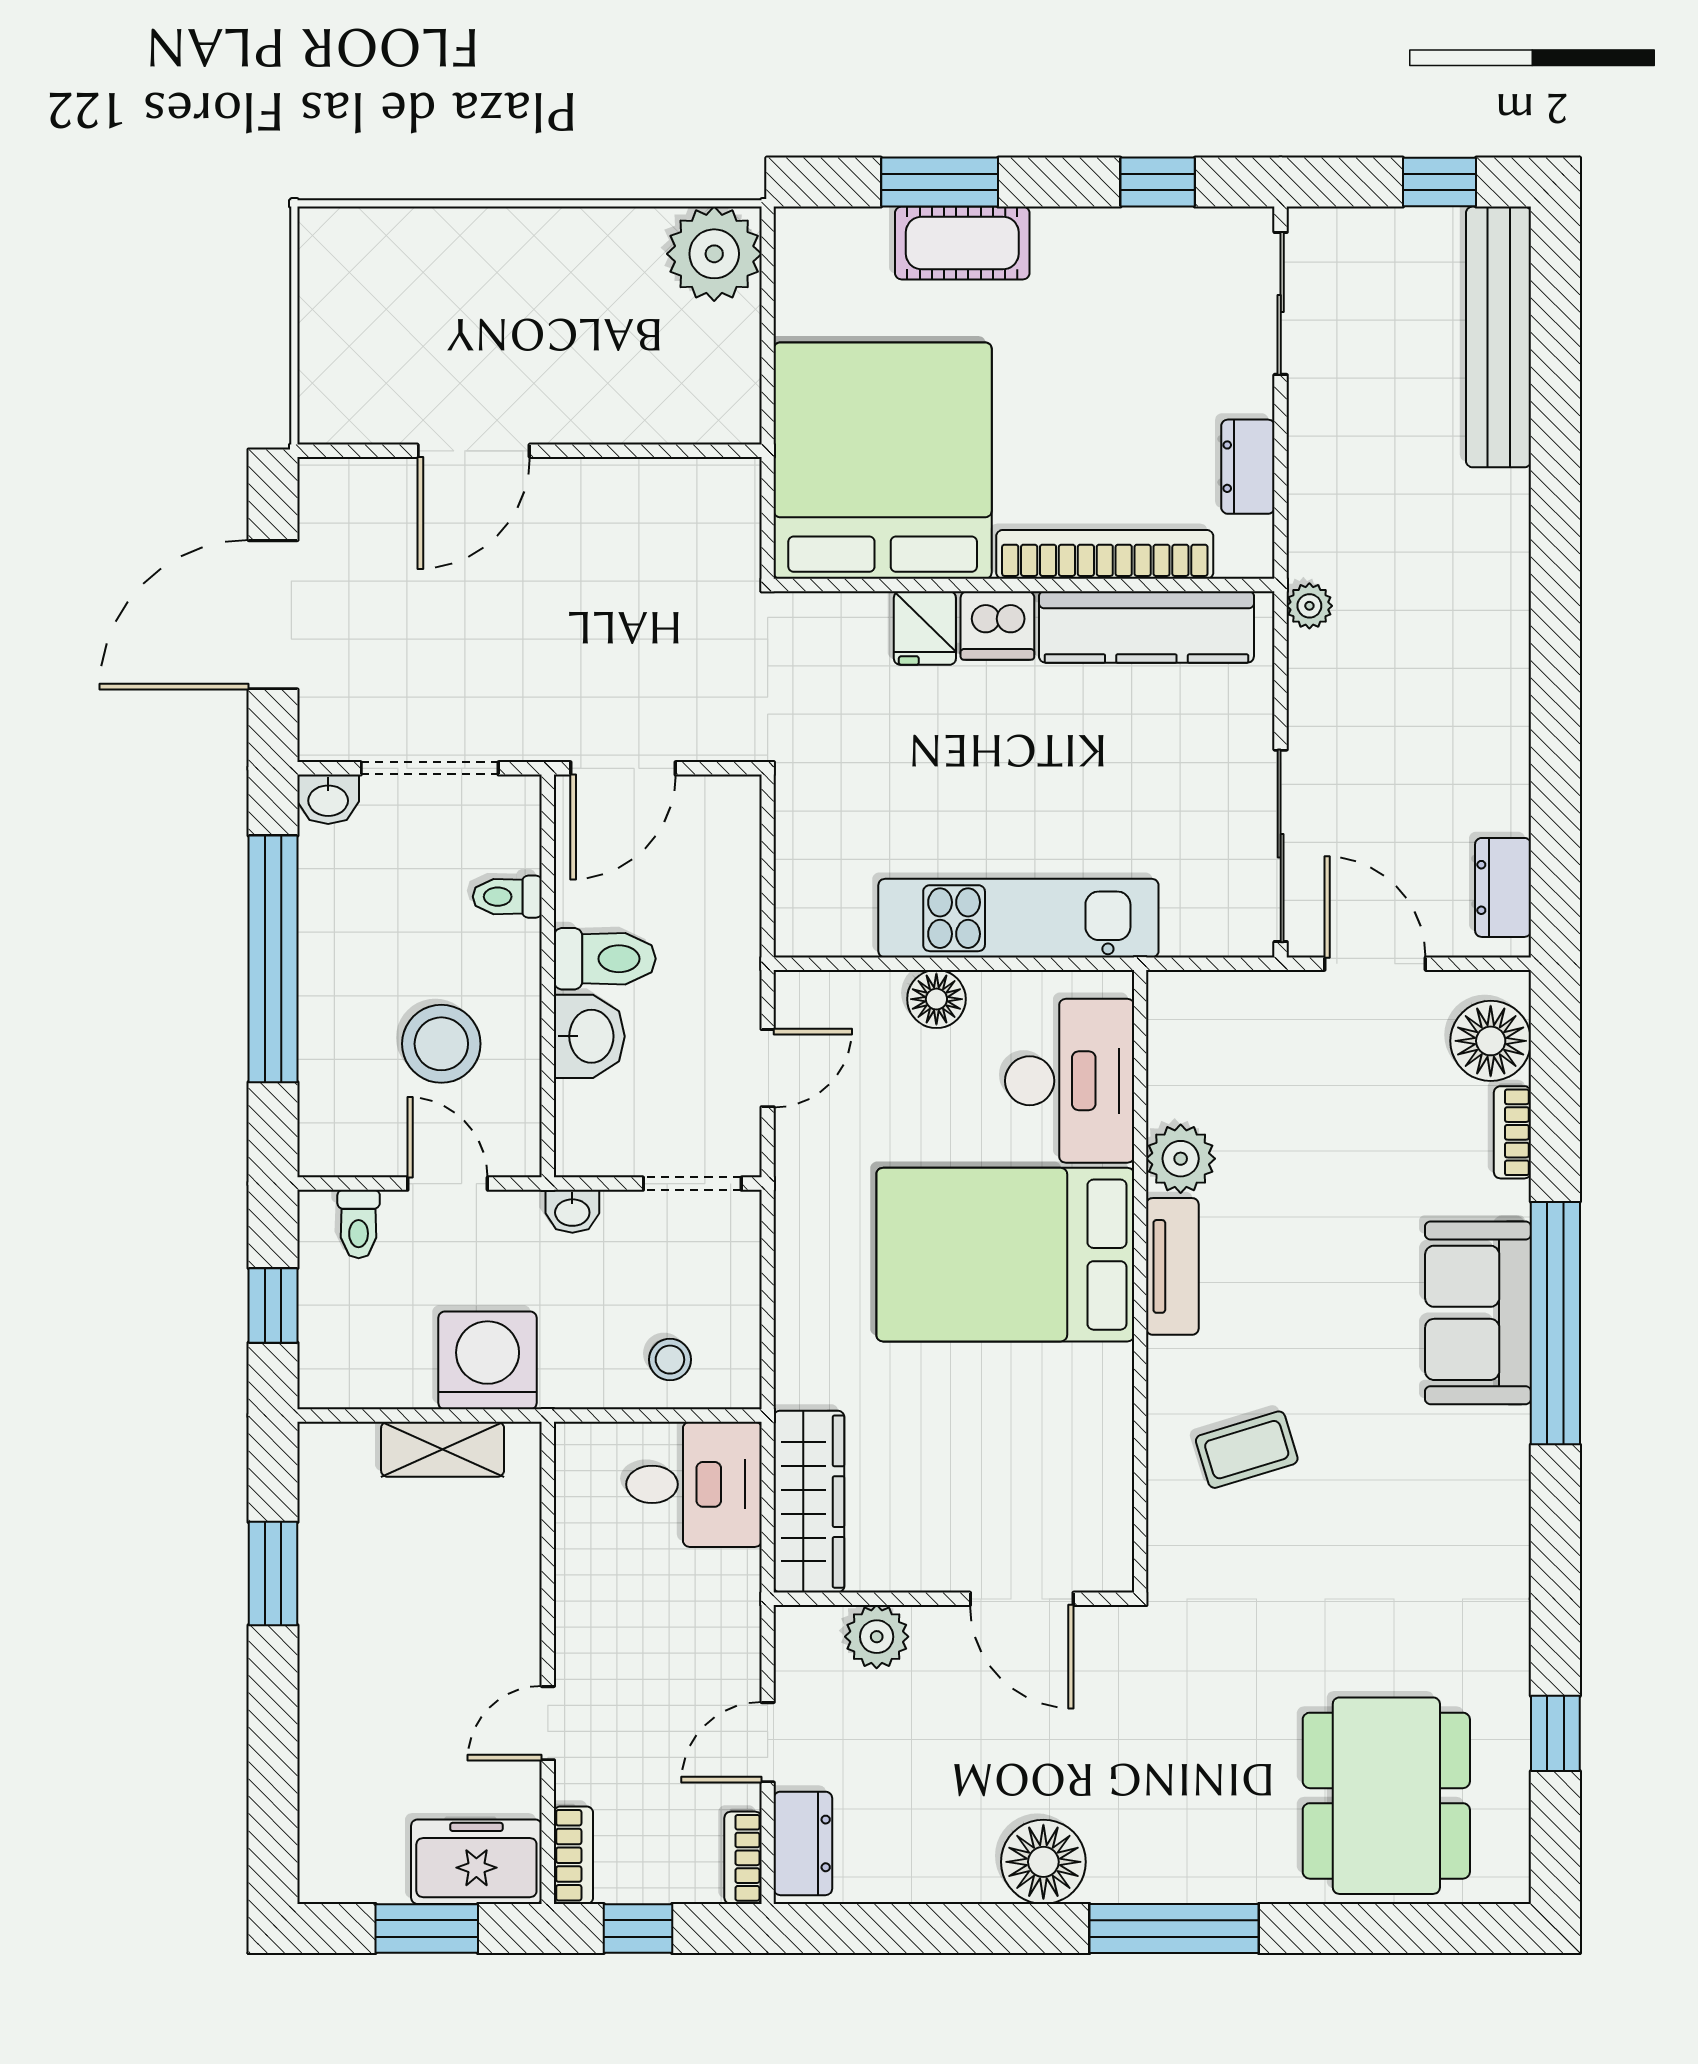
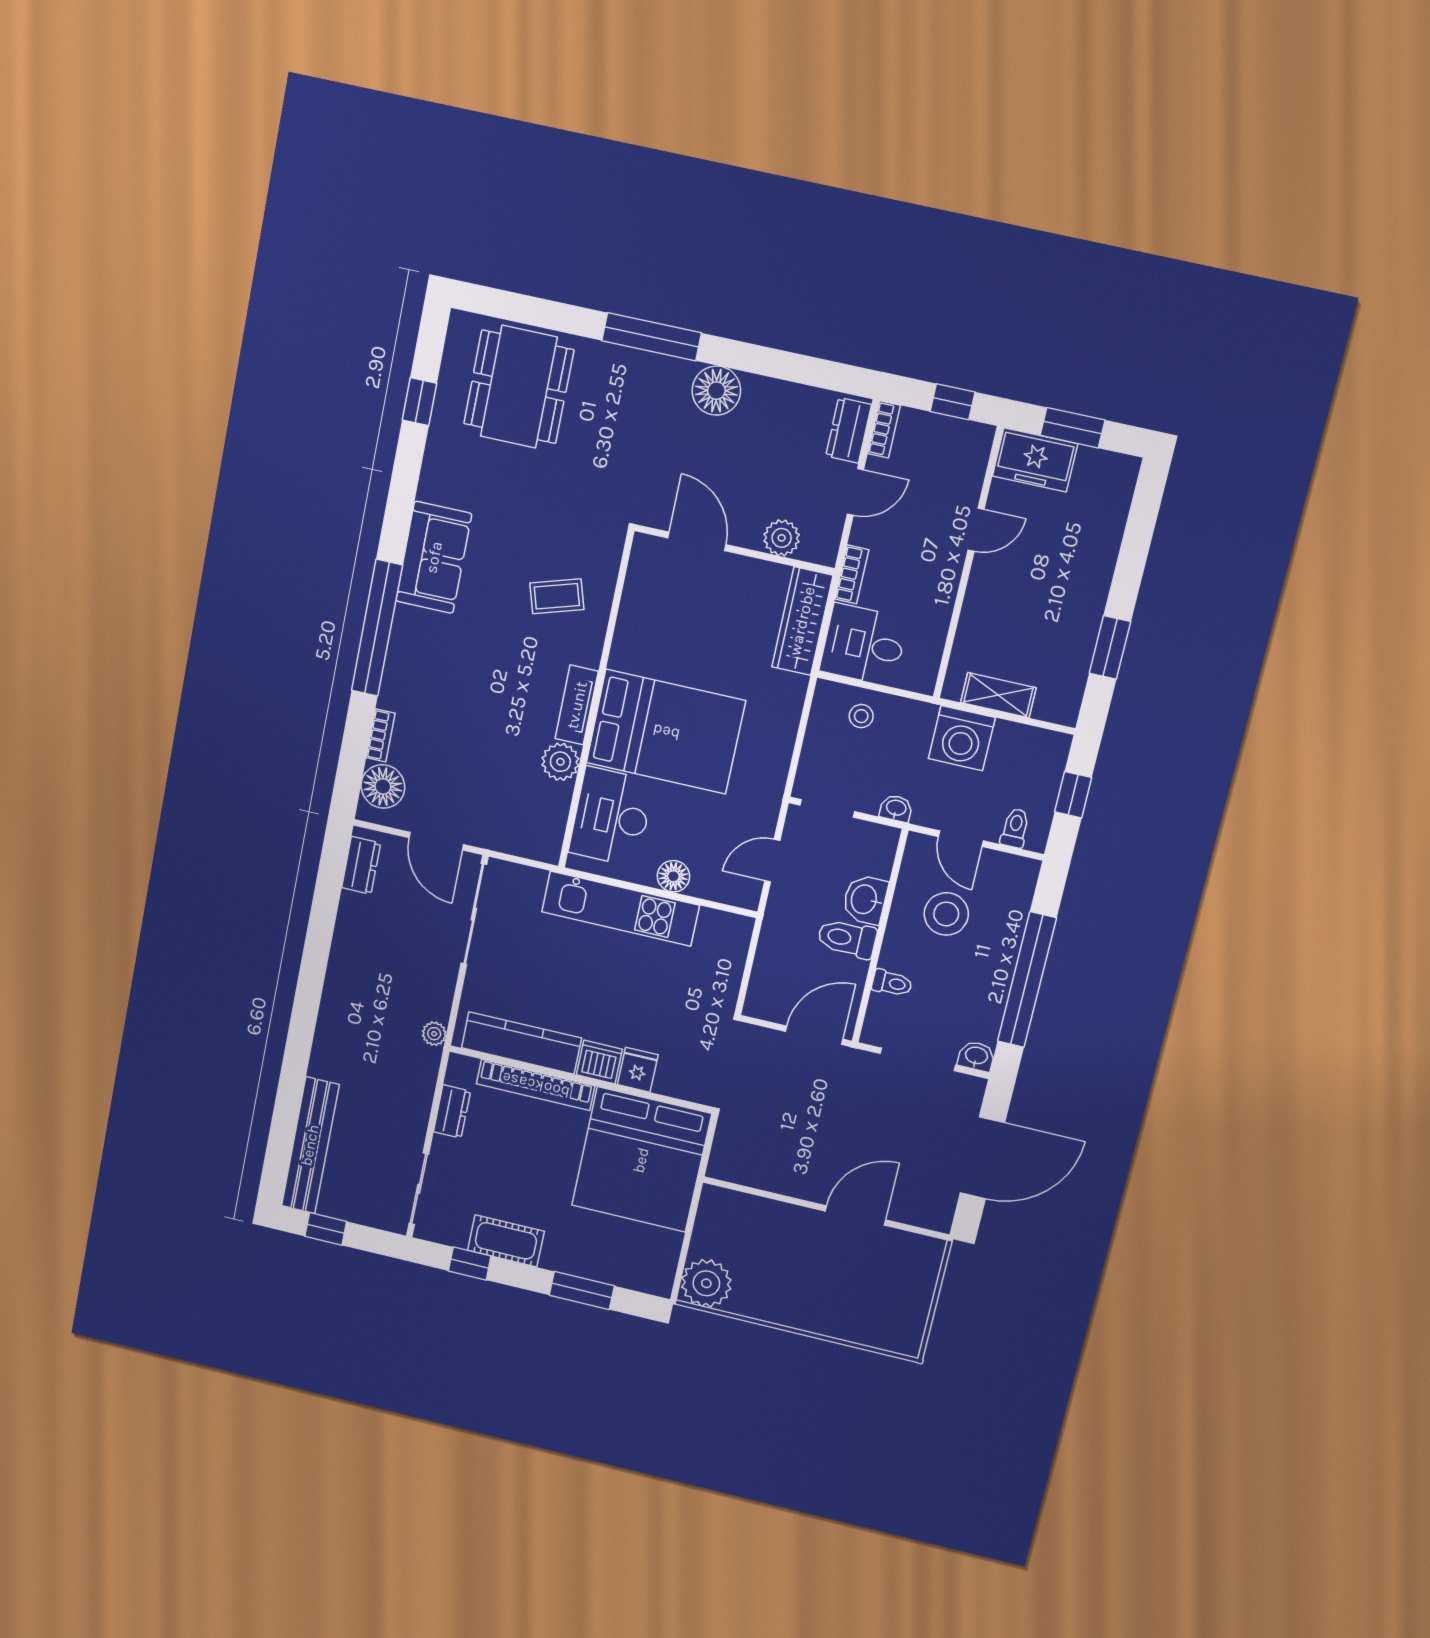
cot: (962, 243) -> (506, 1241), moved
sofa: (1478, 1313) -> (434, 557), moved
bookcase: (573, 1855) -> (852, 574), moved, turned 180

